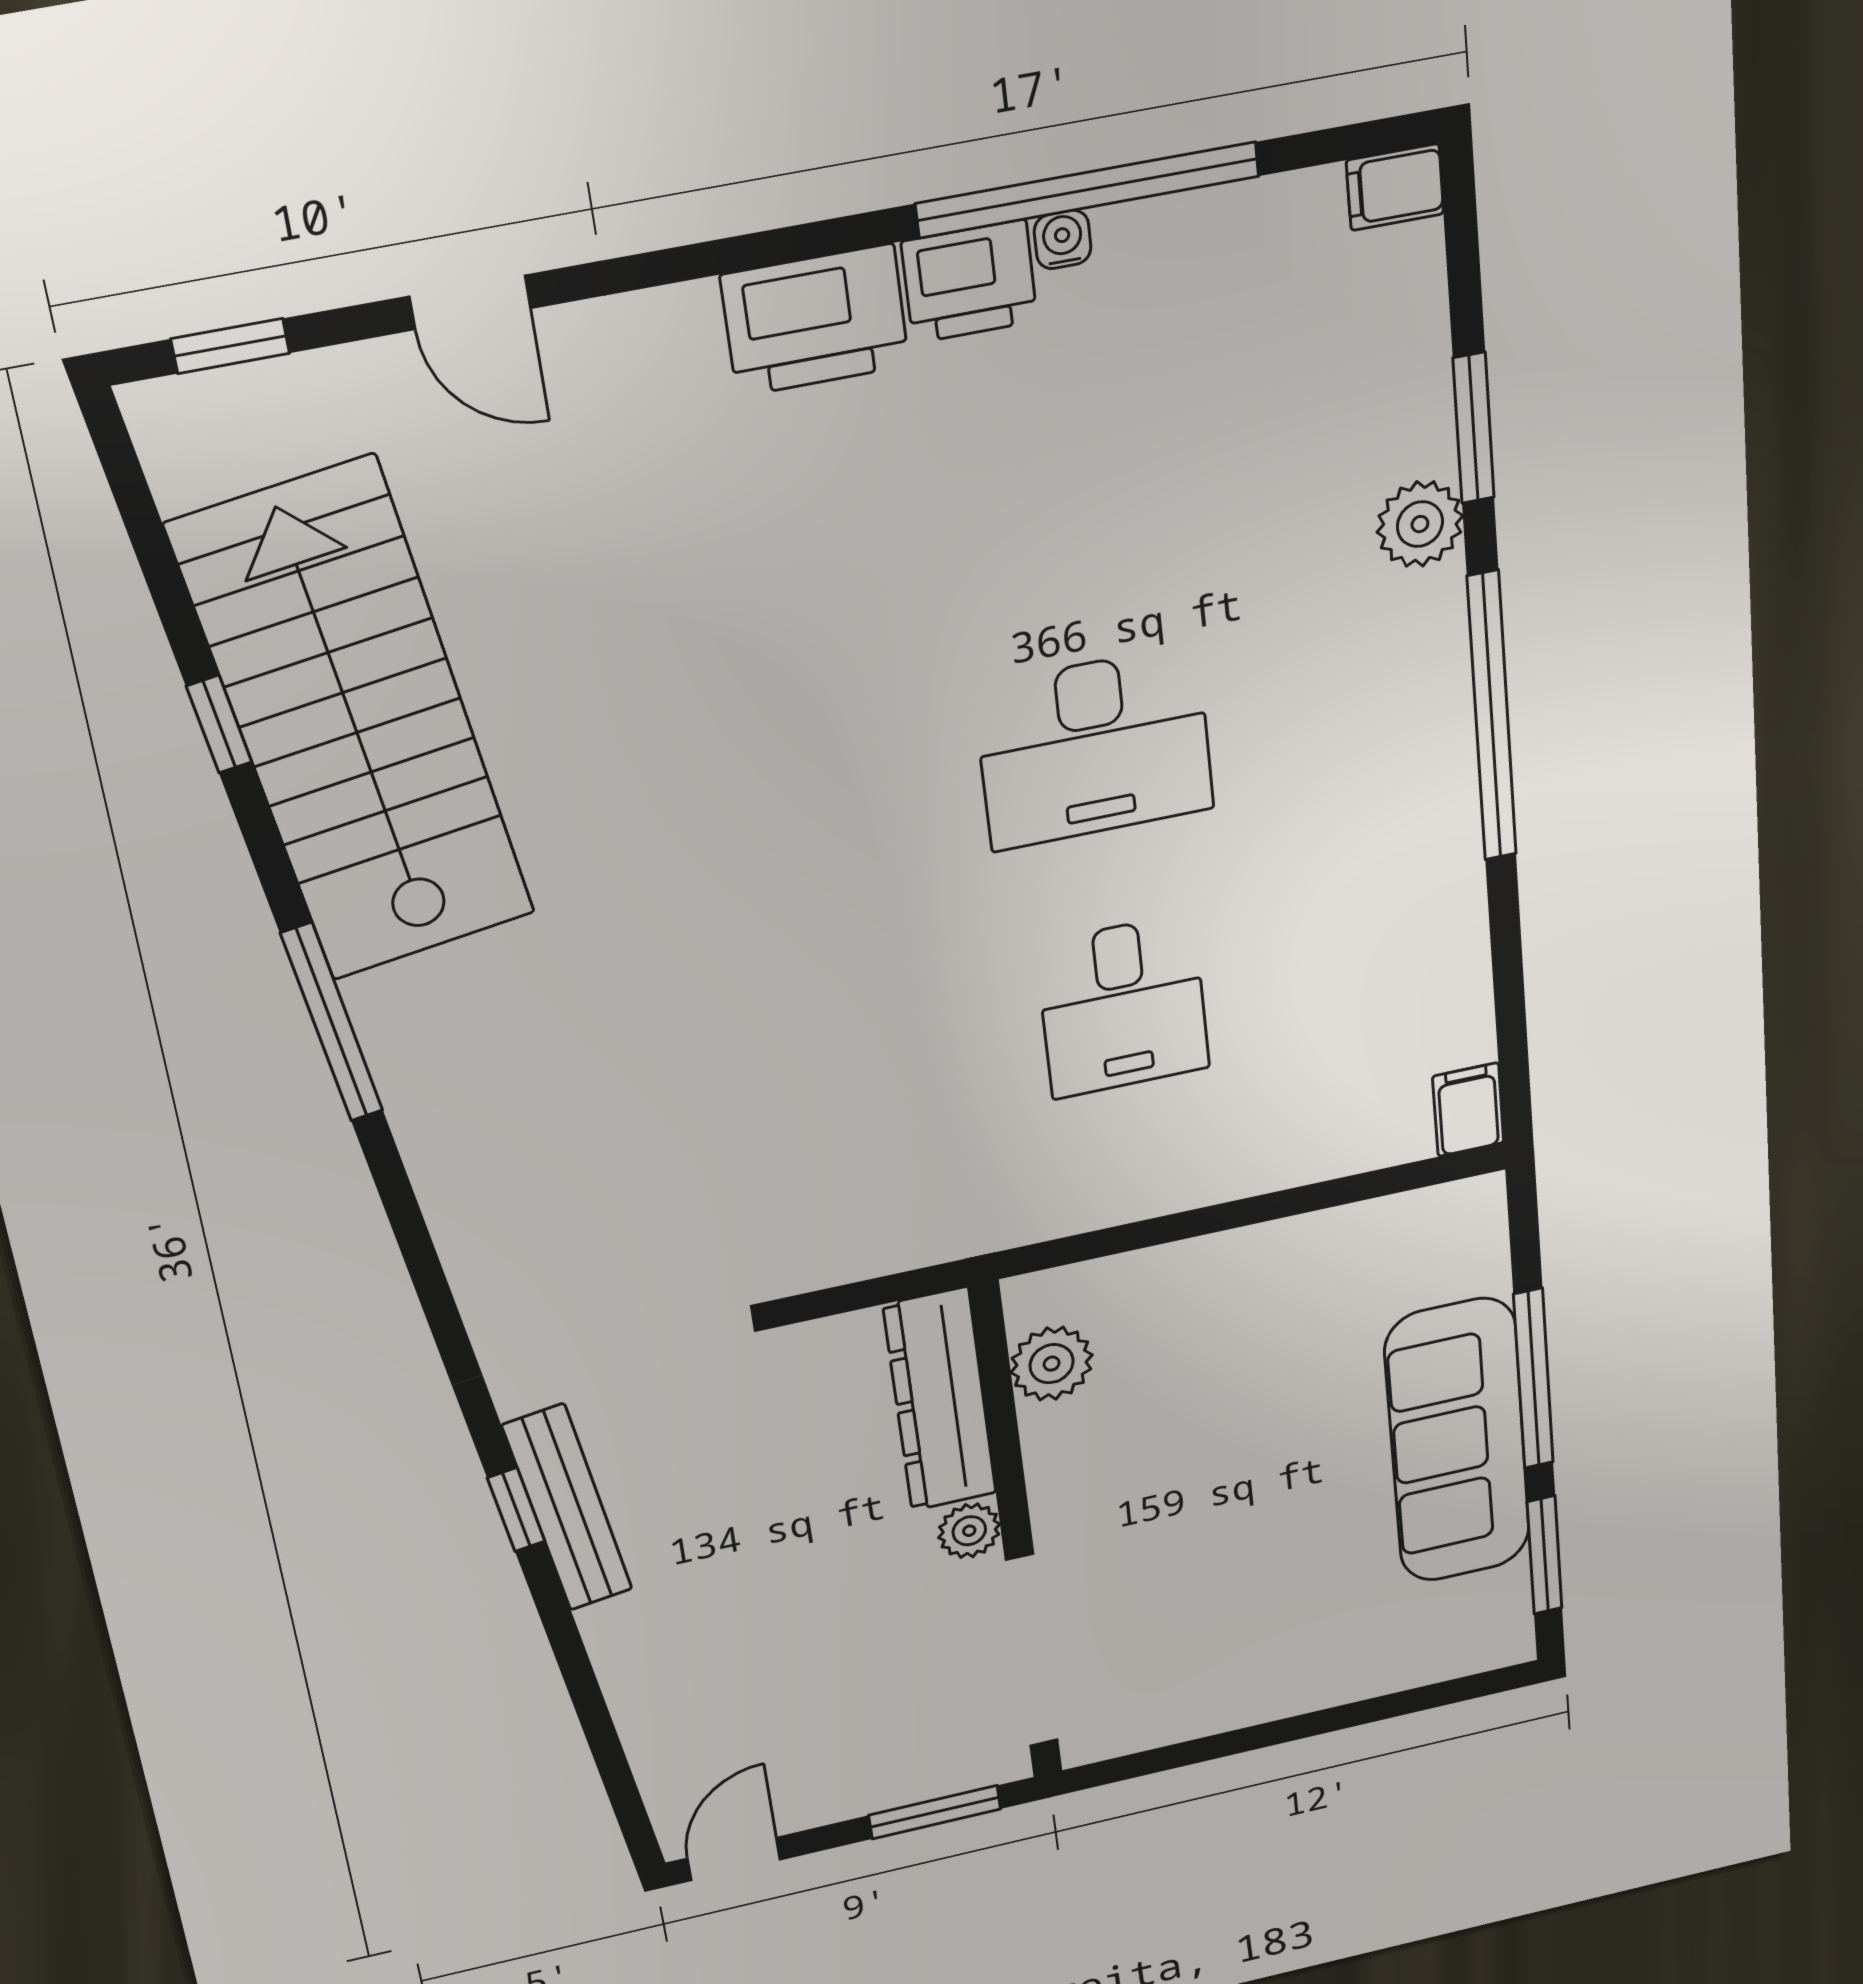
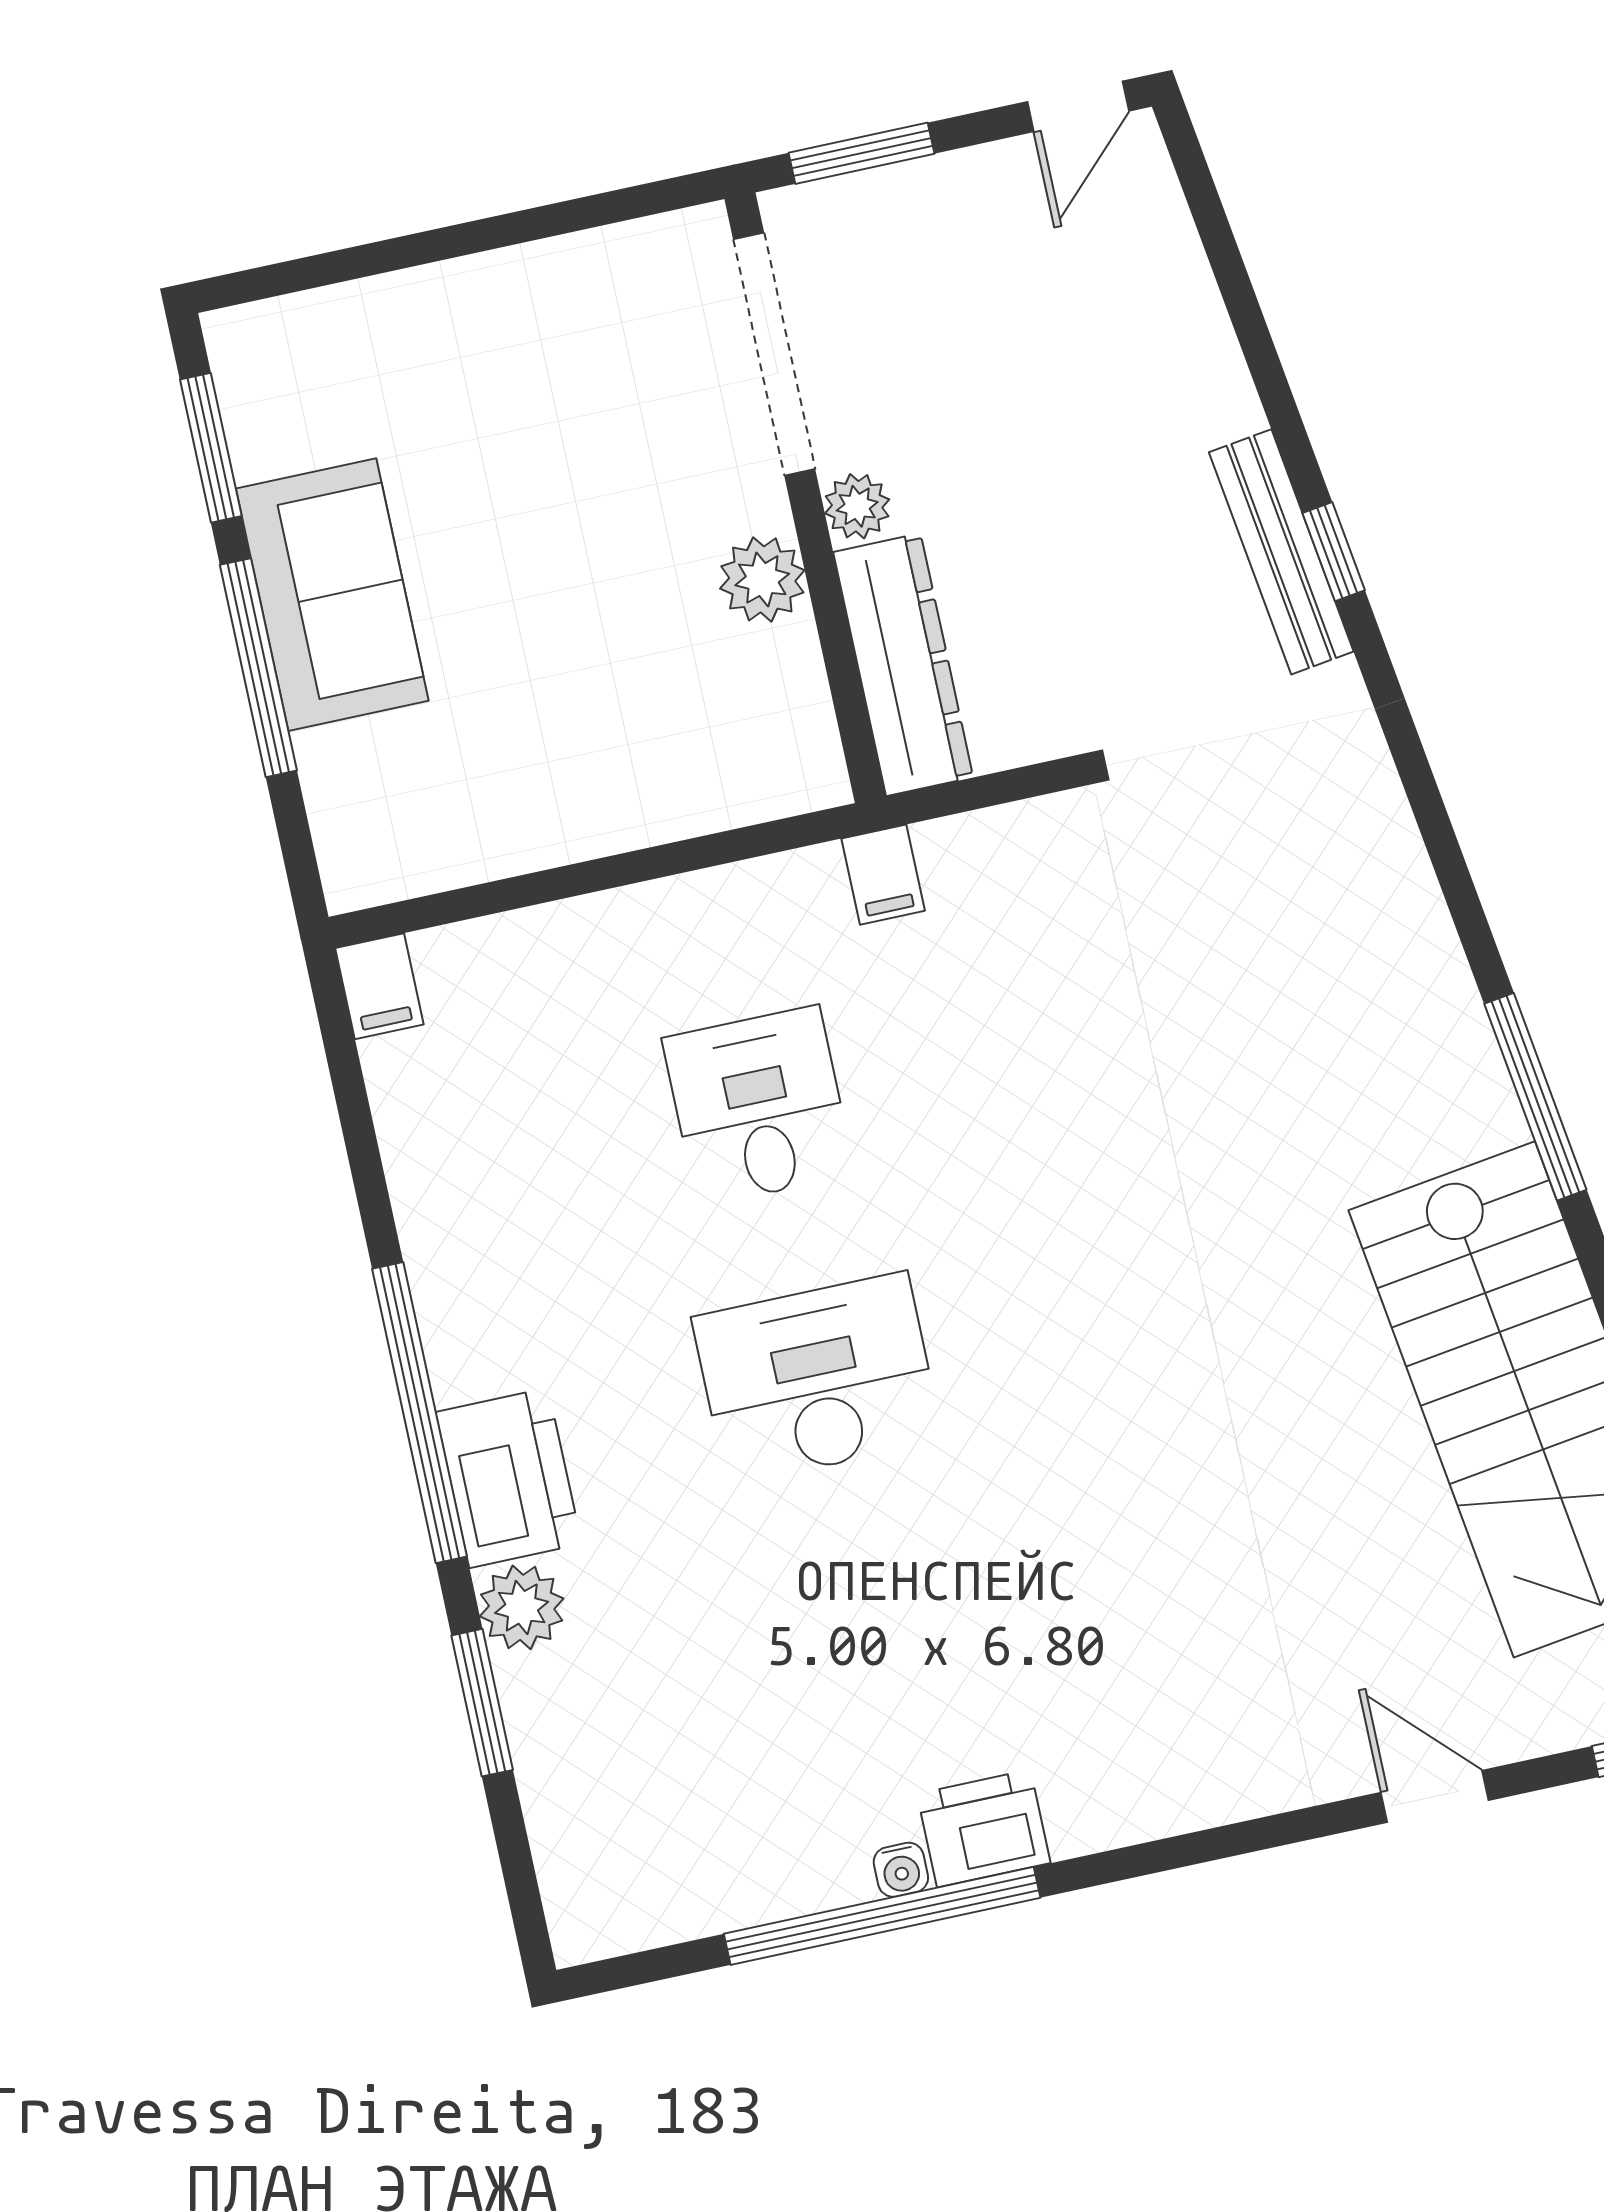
filing cabinet: (1395, 187) -> (883, 875), moved, turned 90
printer: (815, 320) -> (509, 1478), moved, turned 90
plant: (1052, 1364) -> (762, 579), moved
sofa: (1458, 1441) -> (332, 595), width x0.73

